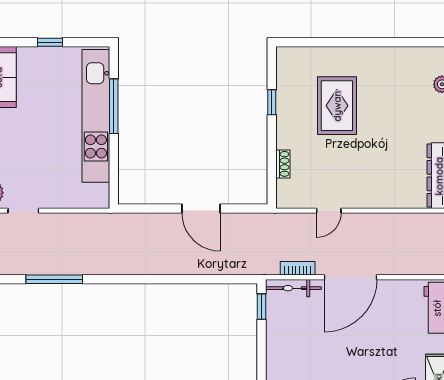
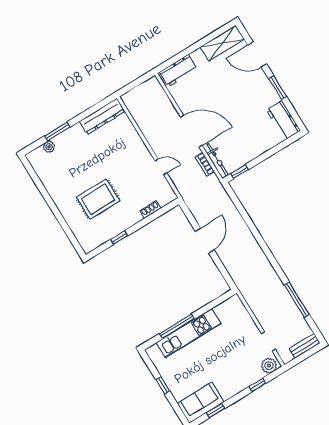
kitchen unit: (96, 116) -> (189, 333), width x0.73

